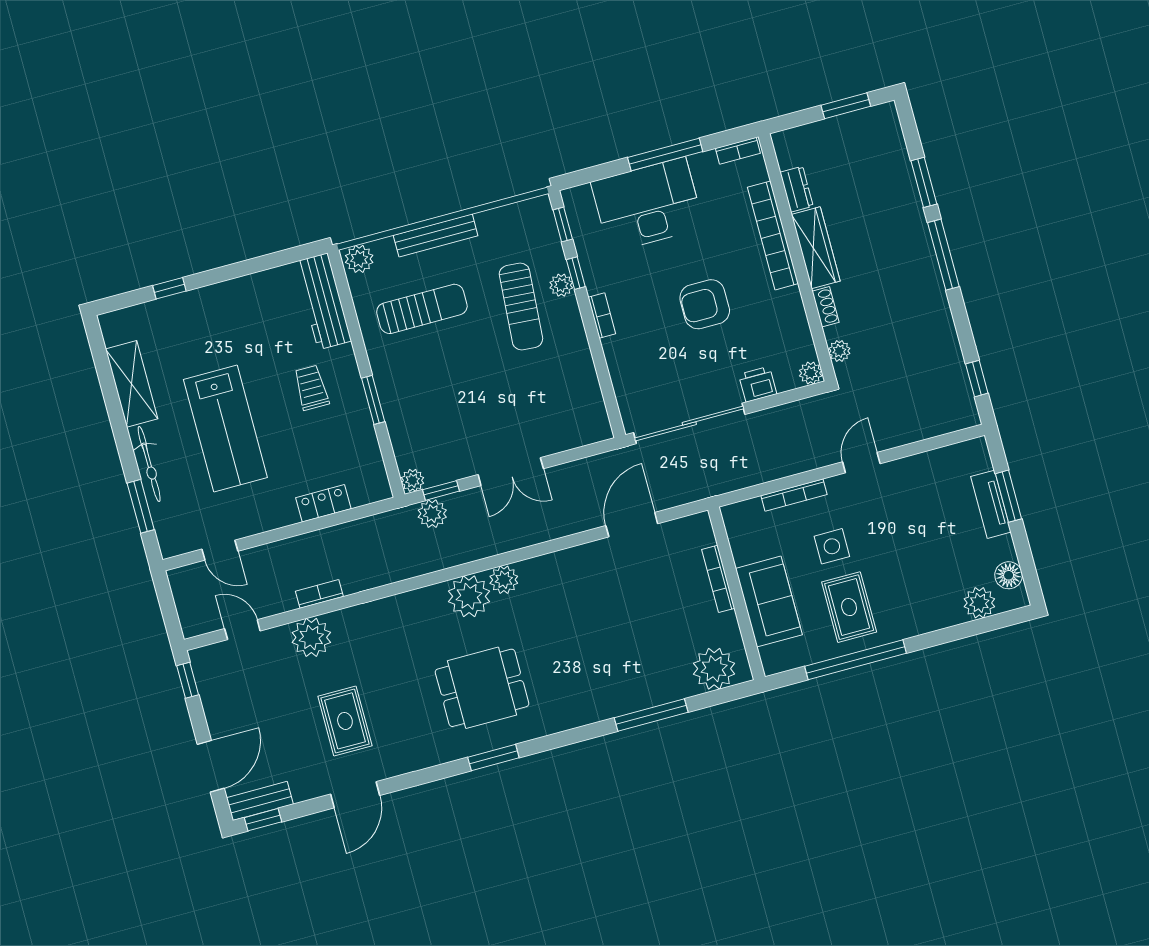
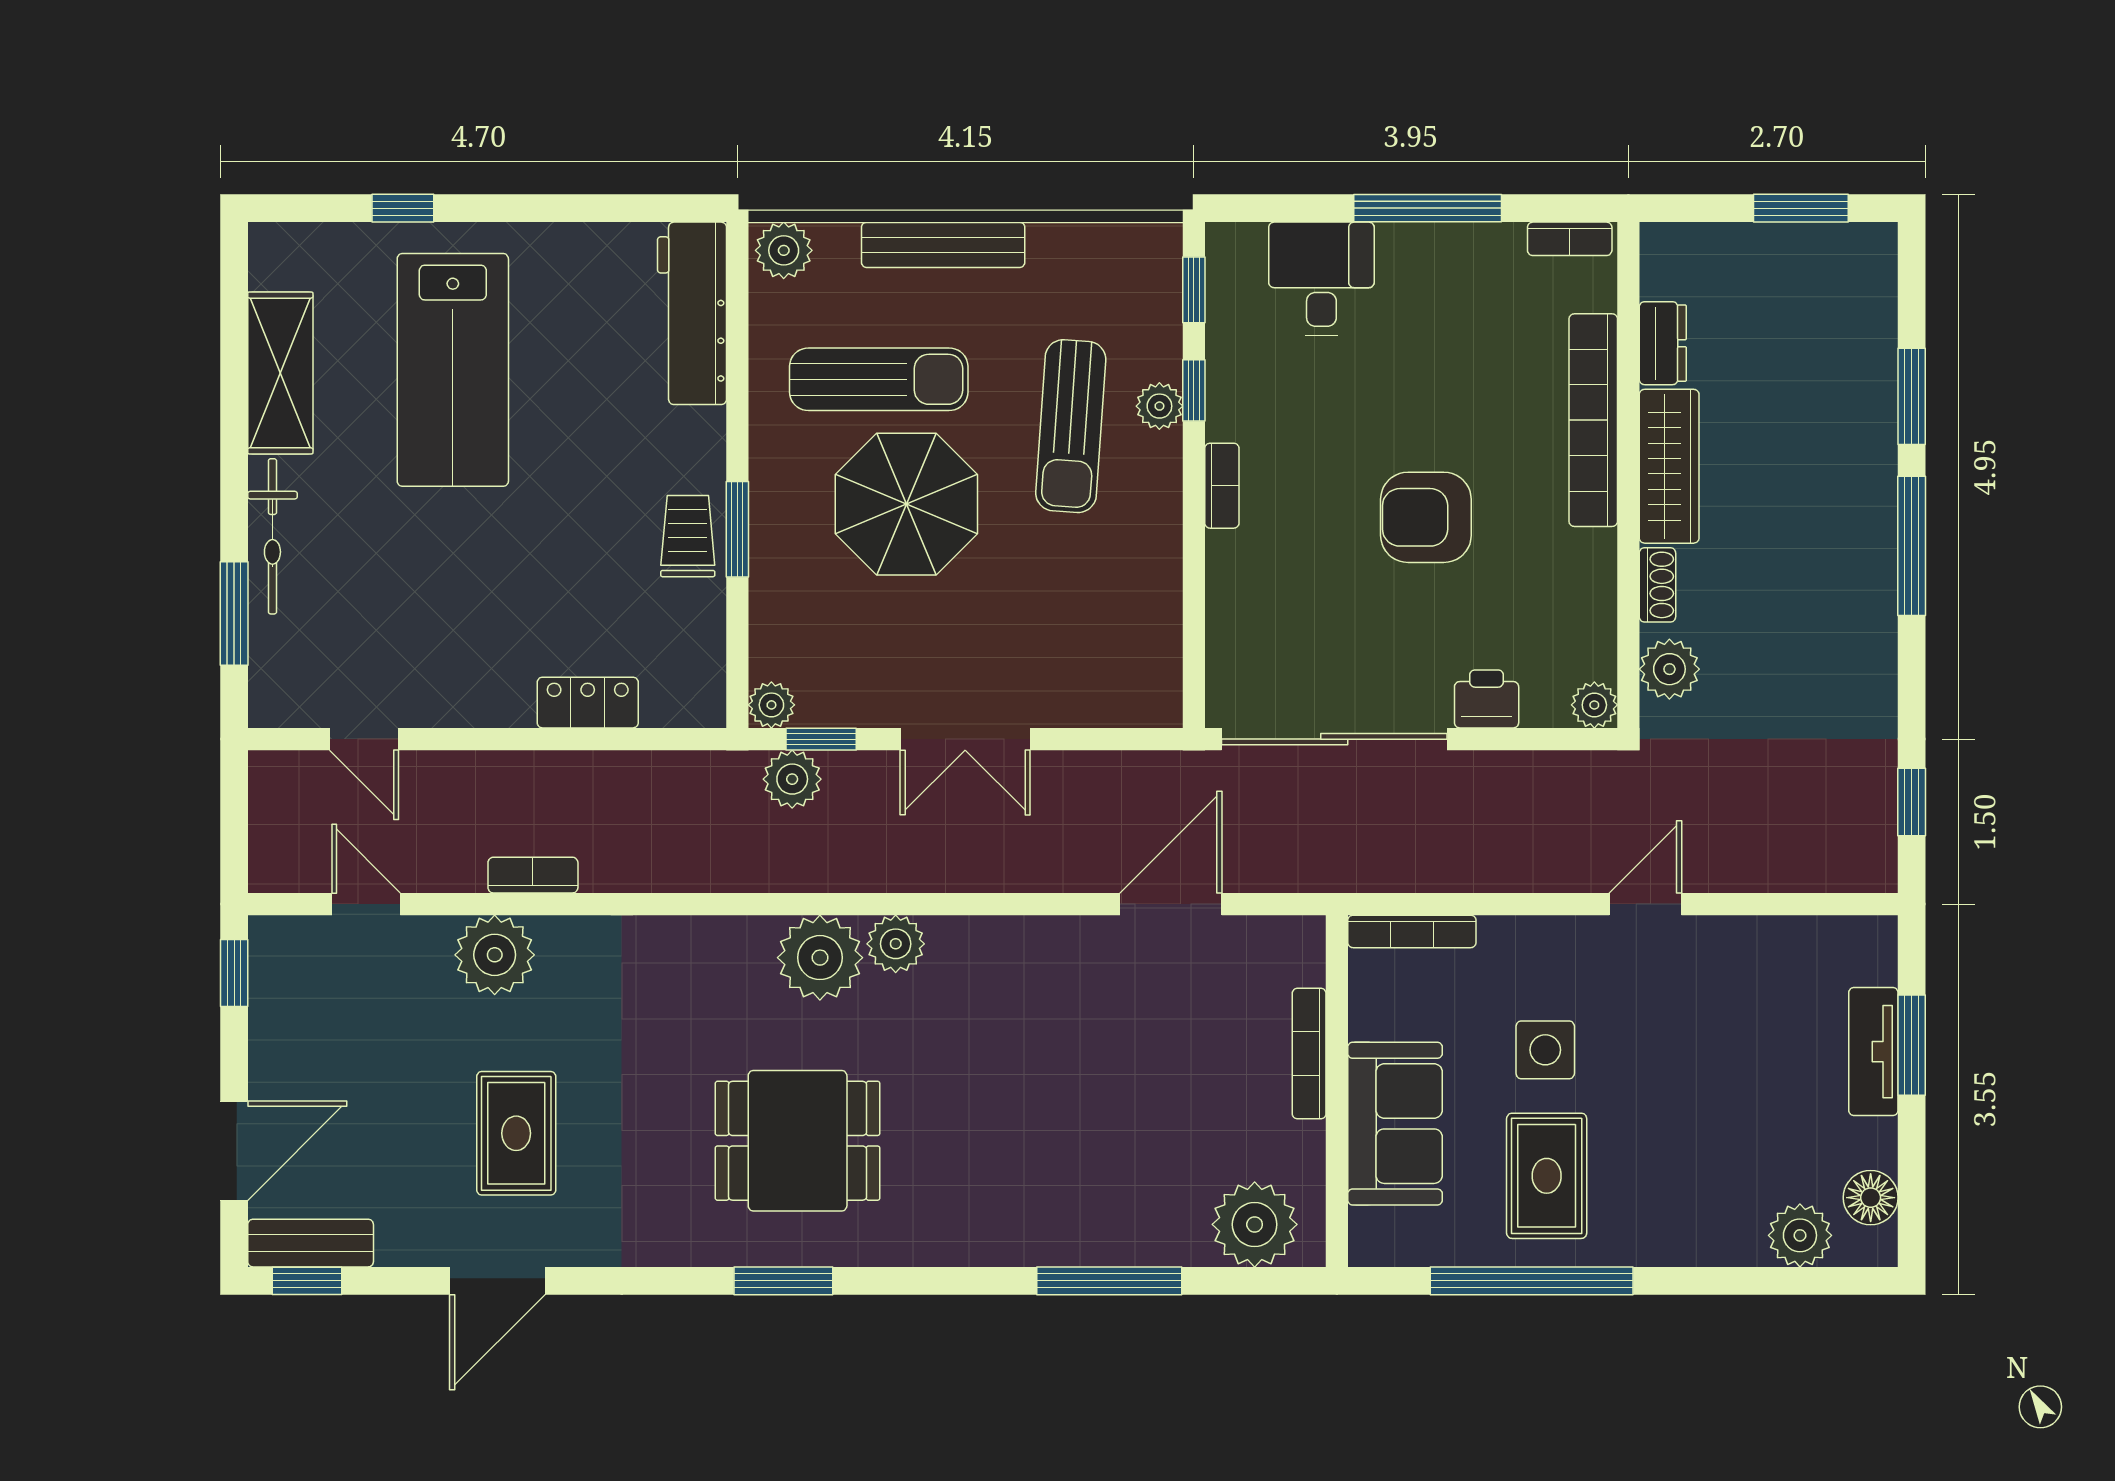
desk: (647, 205) -> (1321, 279), width x0.53, depth x0.77
plant: (839, 351) -> (1669, 669), width x1.38, depth x1.38
parasol: (452, 366) -> (906, 504), added
trolley: (311, 388) -> (688, 536), moved
lab bench: (225, 429) -> (453, 370), moved
bookcase: (794, 495) -> (1412, 931), moved

